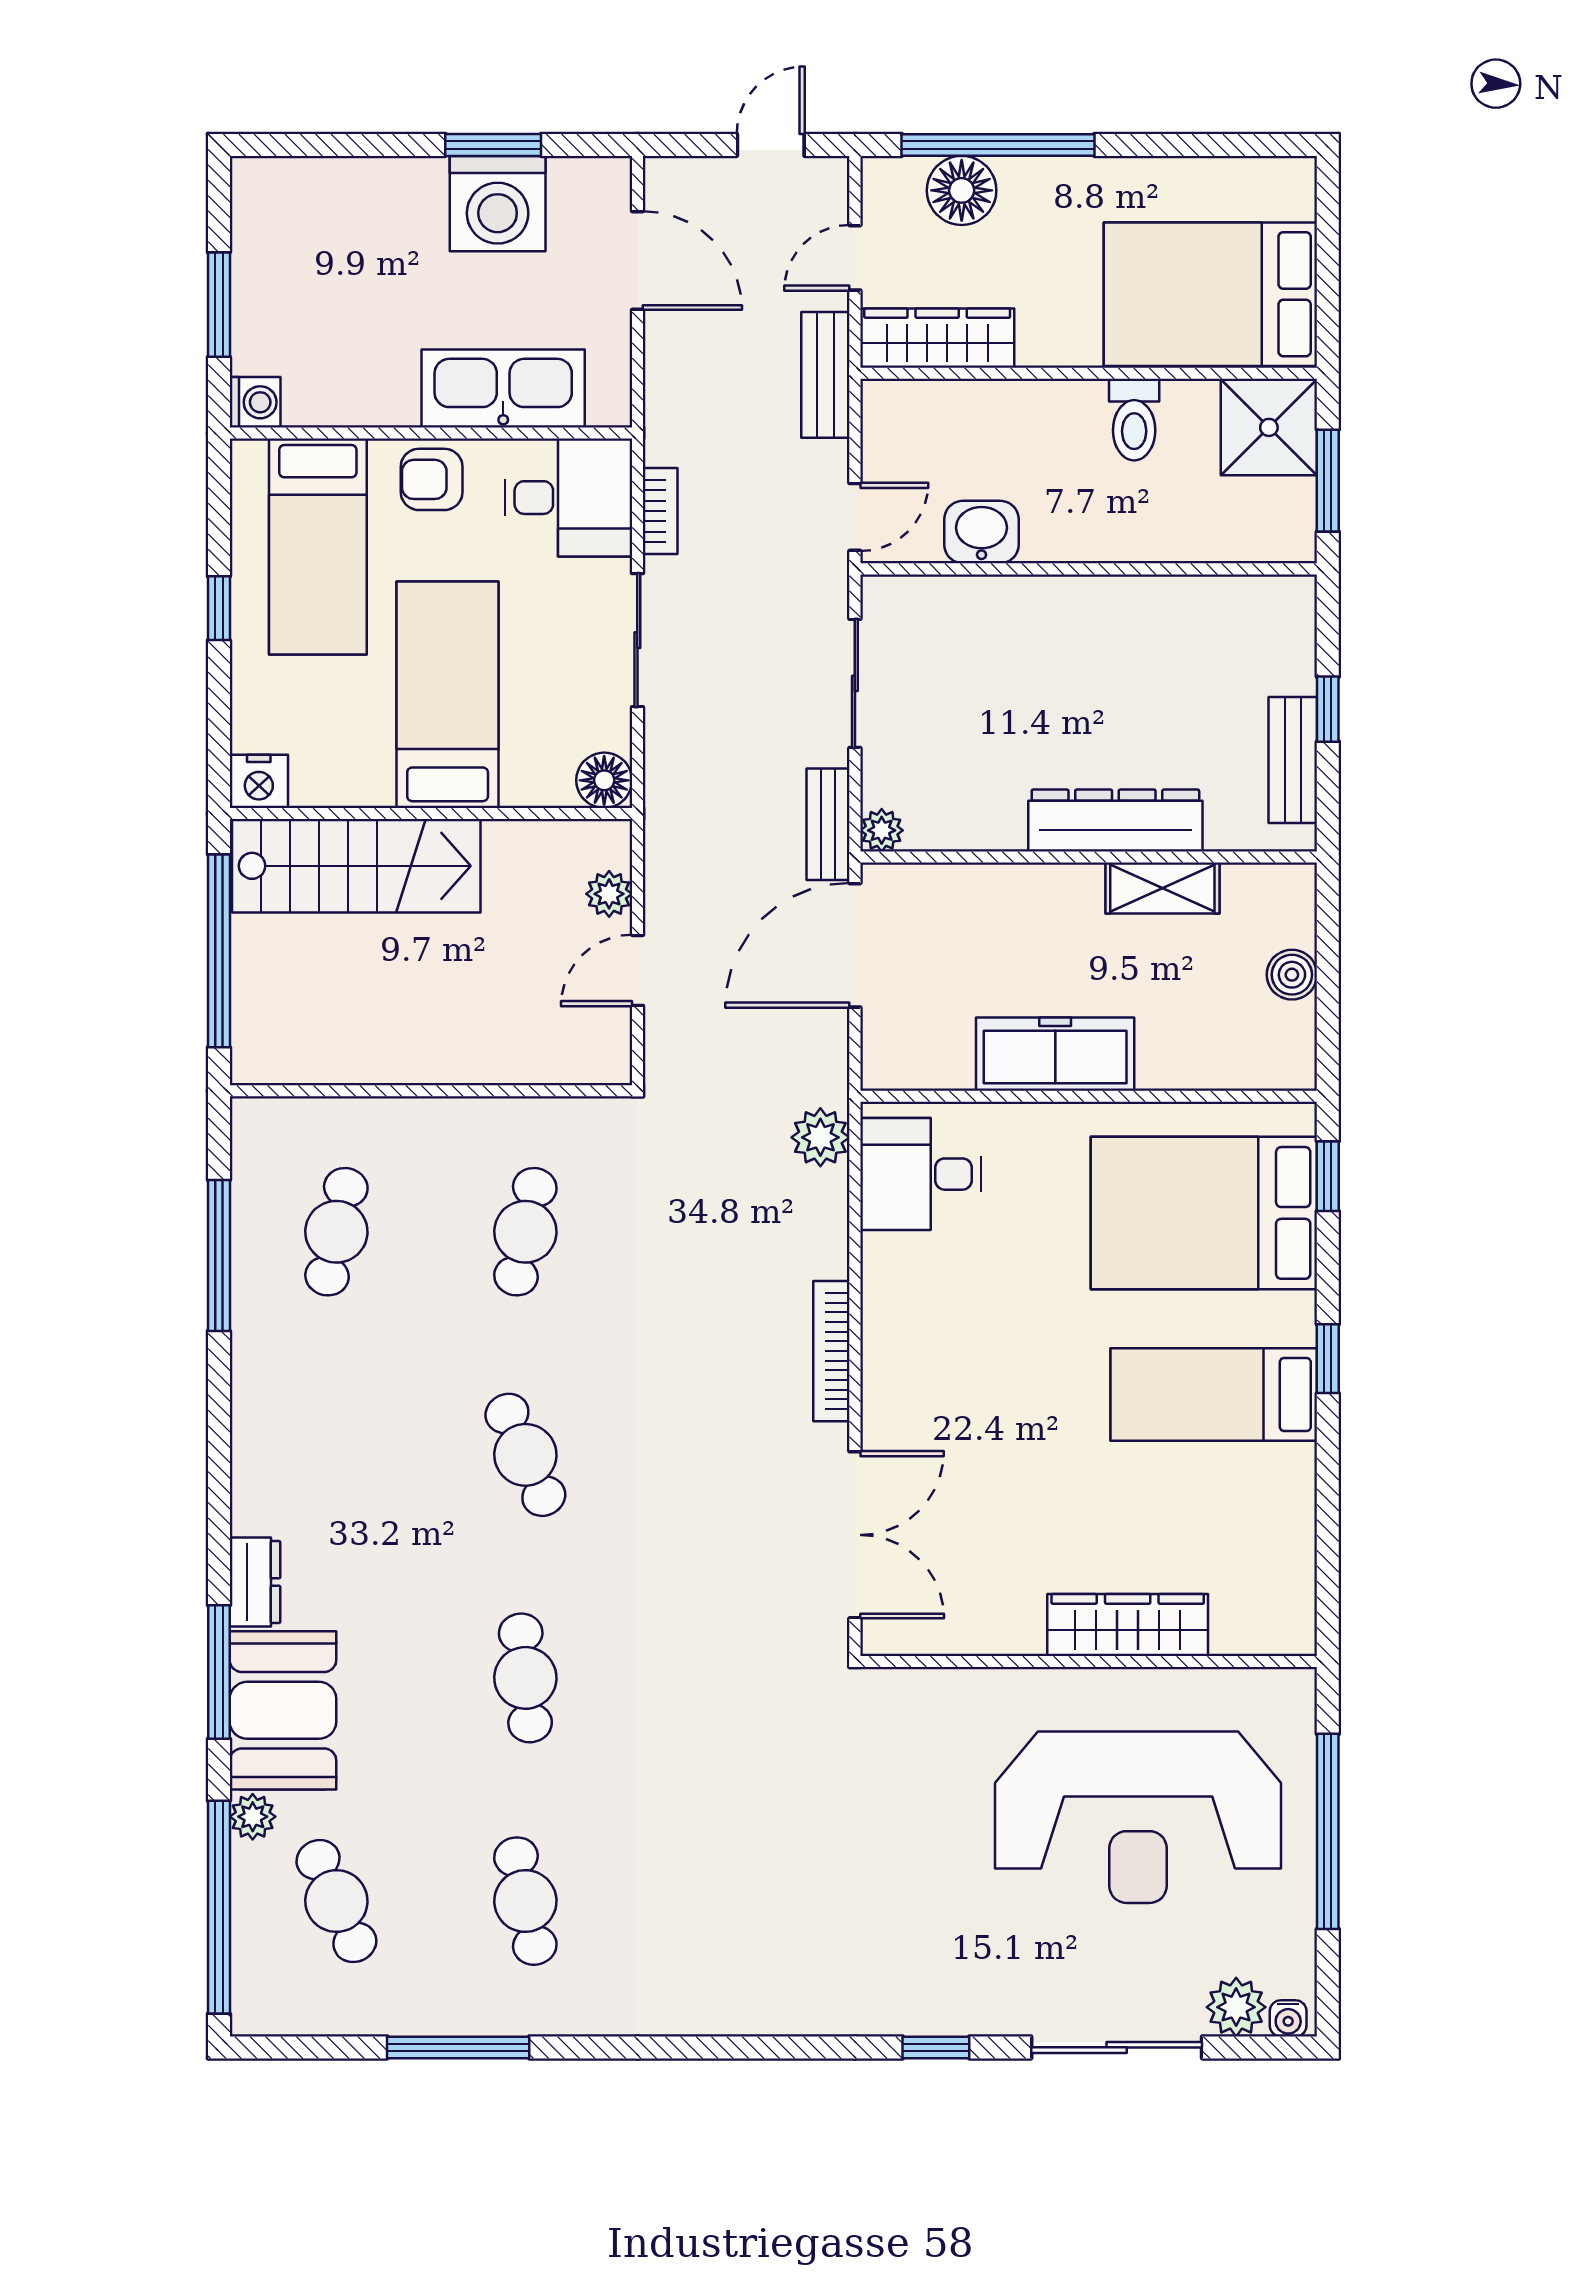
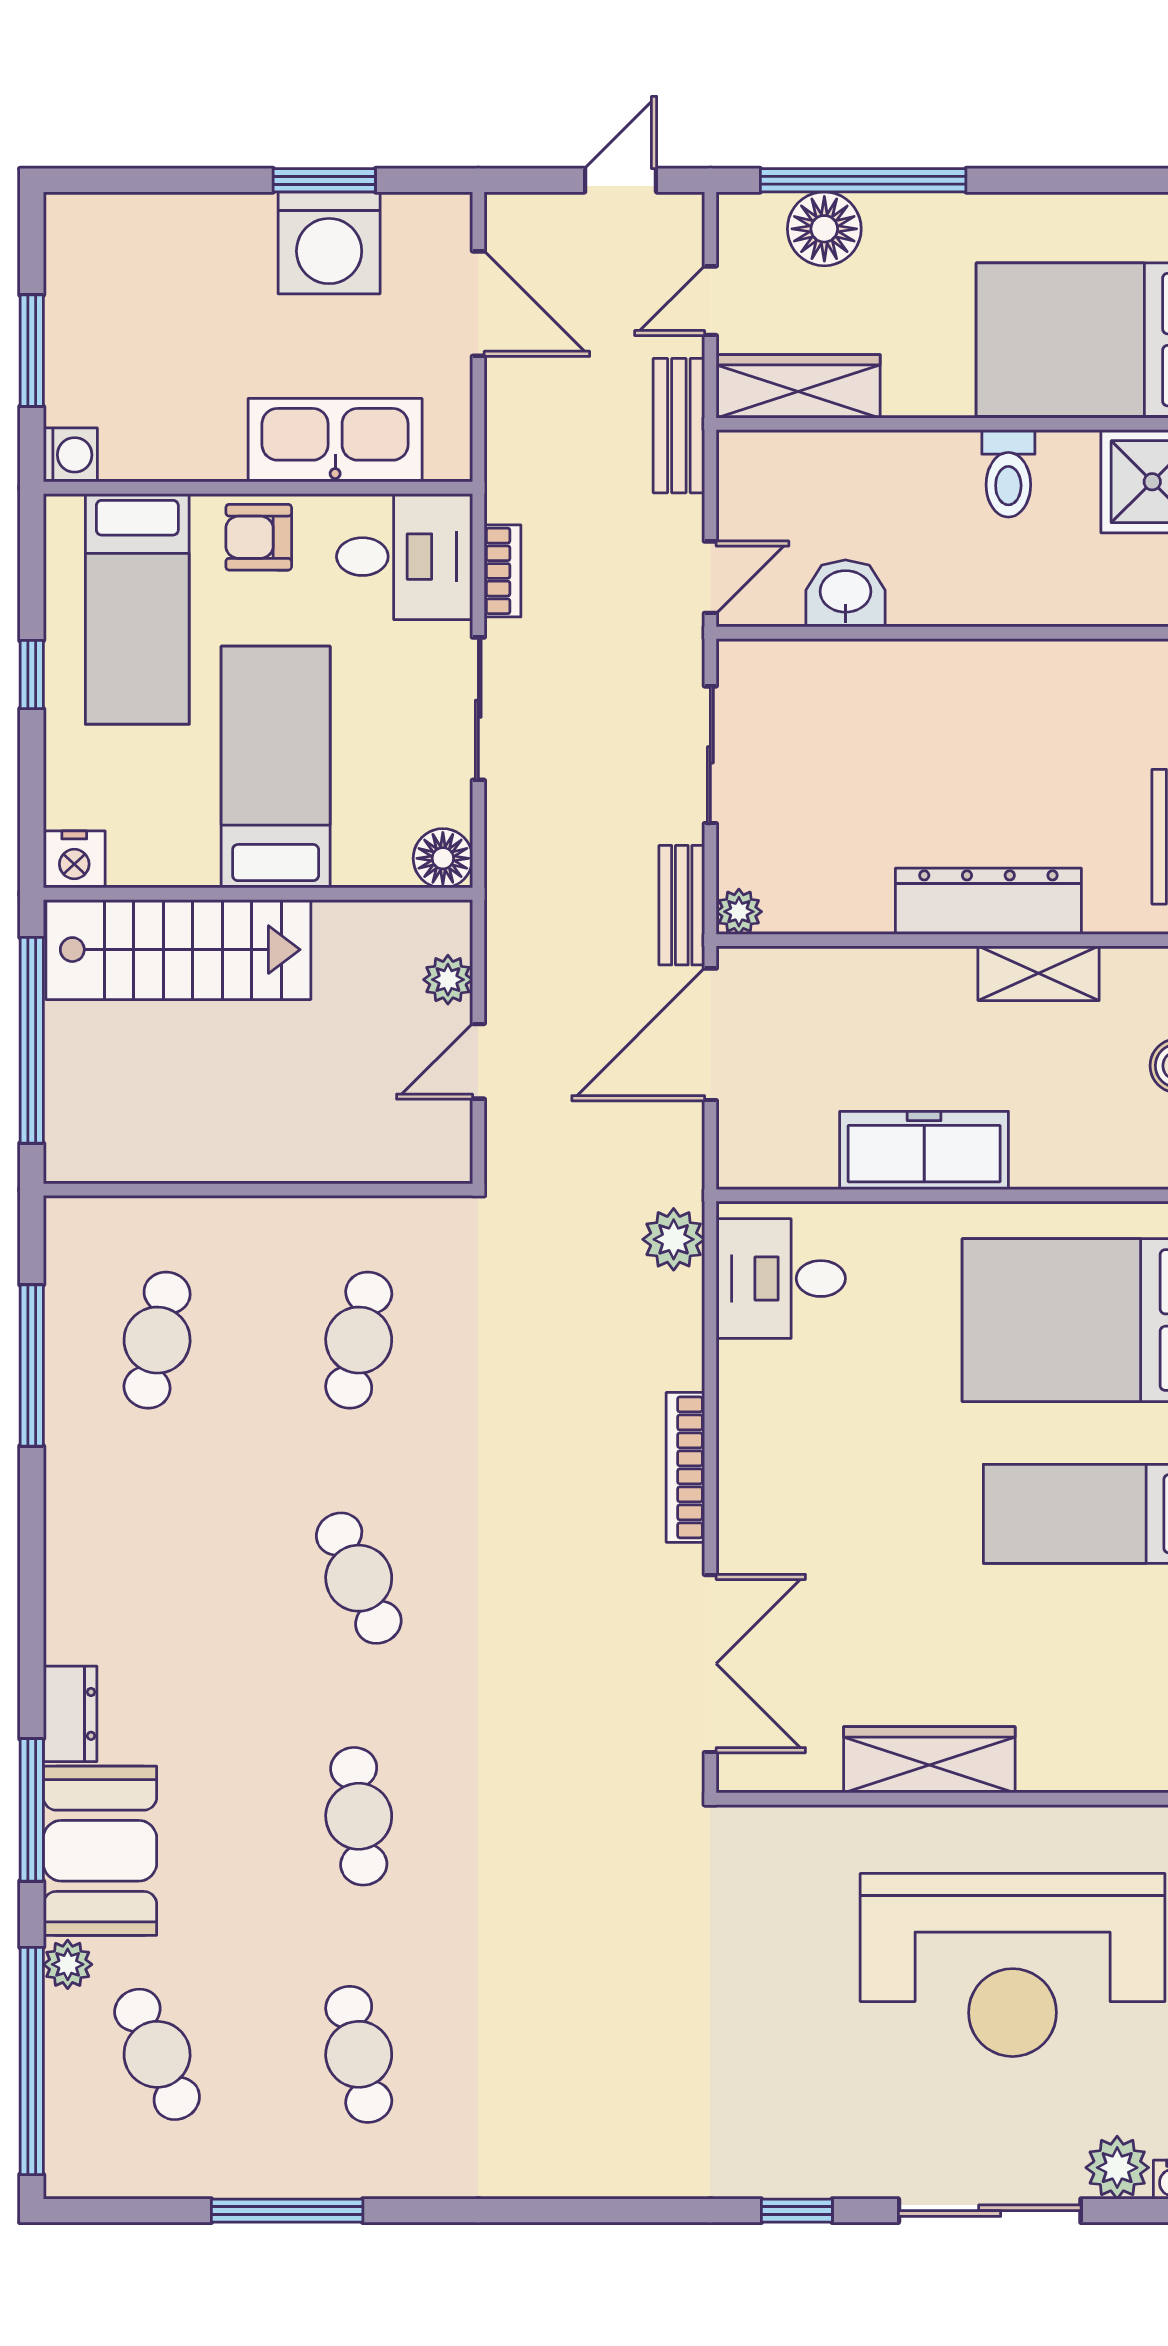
wardrobe: (1128, 1625) -> (929, 1760), moved

